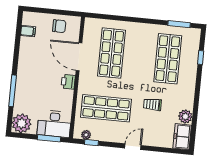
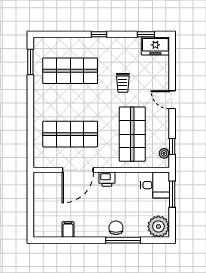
chair: (59, 26) -> (116, 228), moved
filing cabinet: (28, 31) -> (68, 230), moved
window: (201, 58) -> (99, 34), moved
plant: (185, 117) -> (133, 45), removed
desk: (54, 124) -> (155, 185), width x0.73
window: (193, 129) -> (146, 34), added

